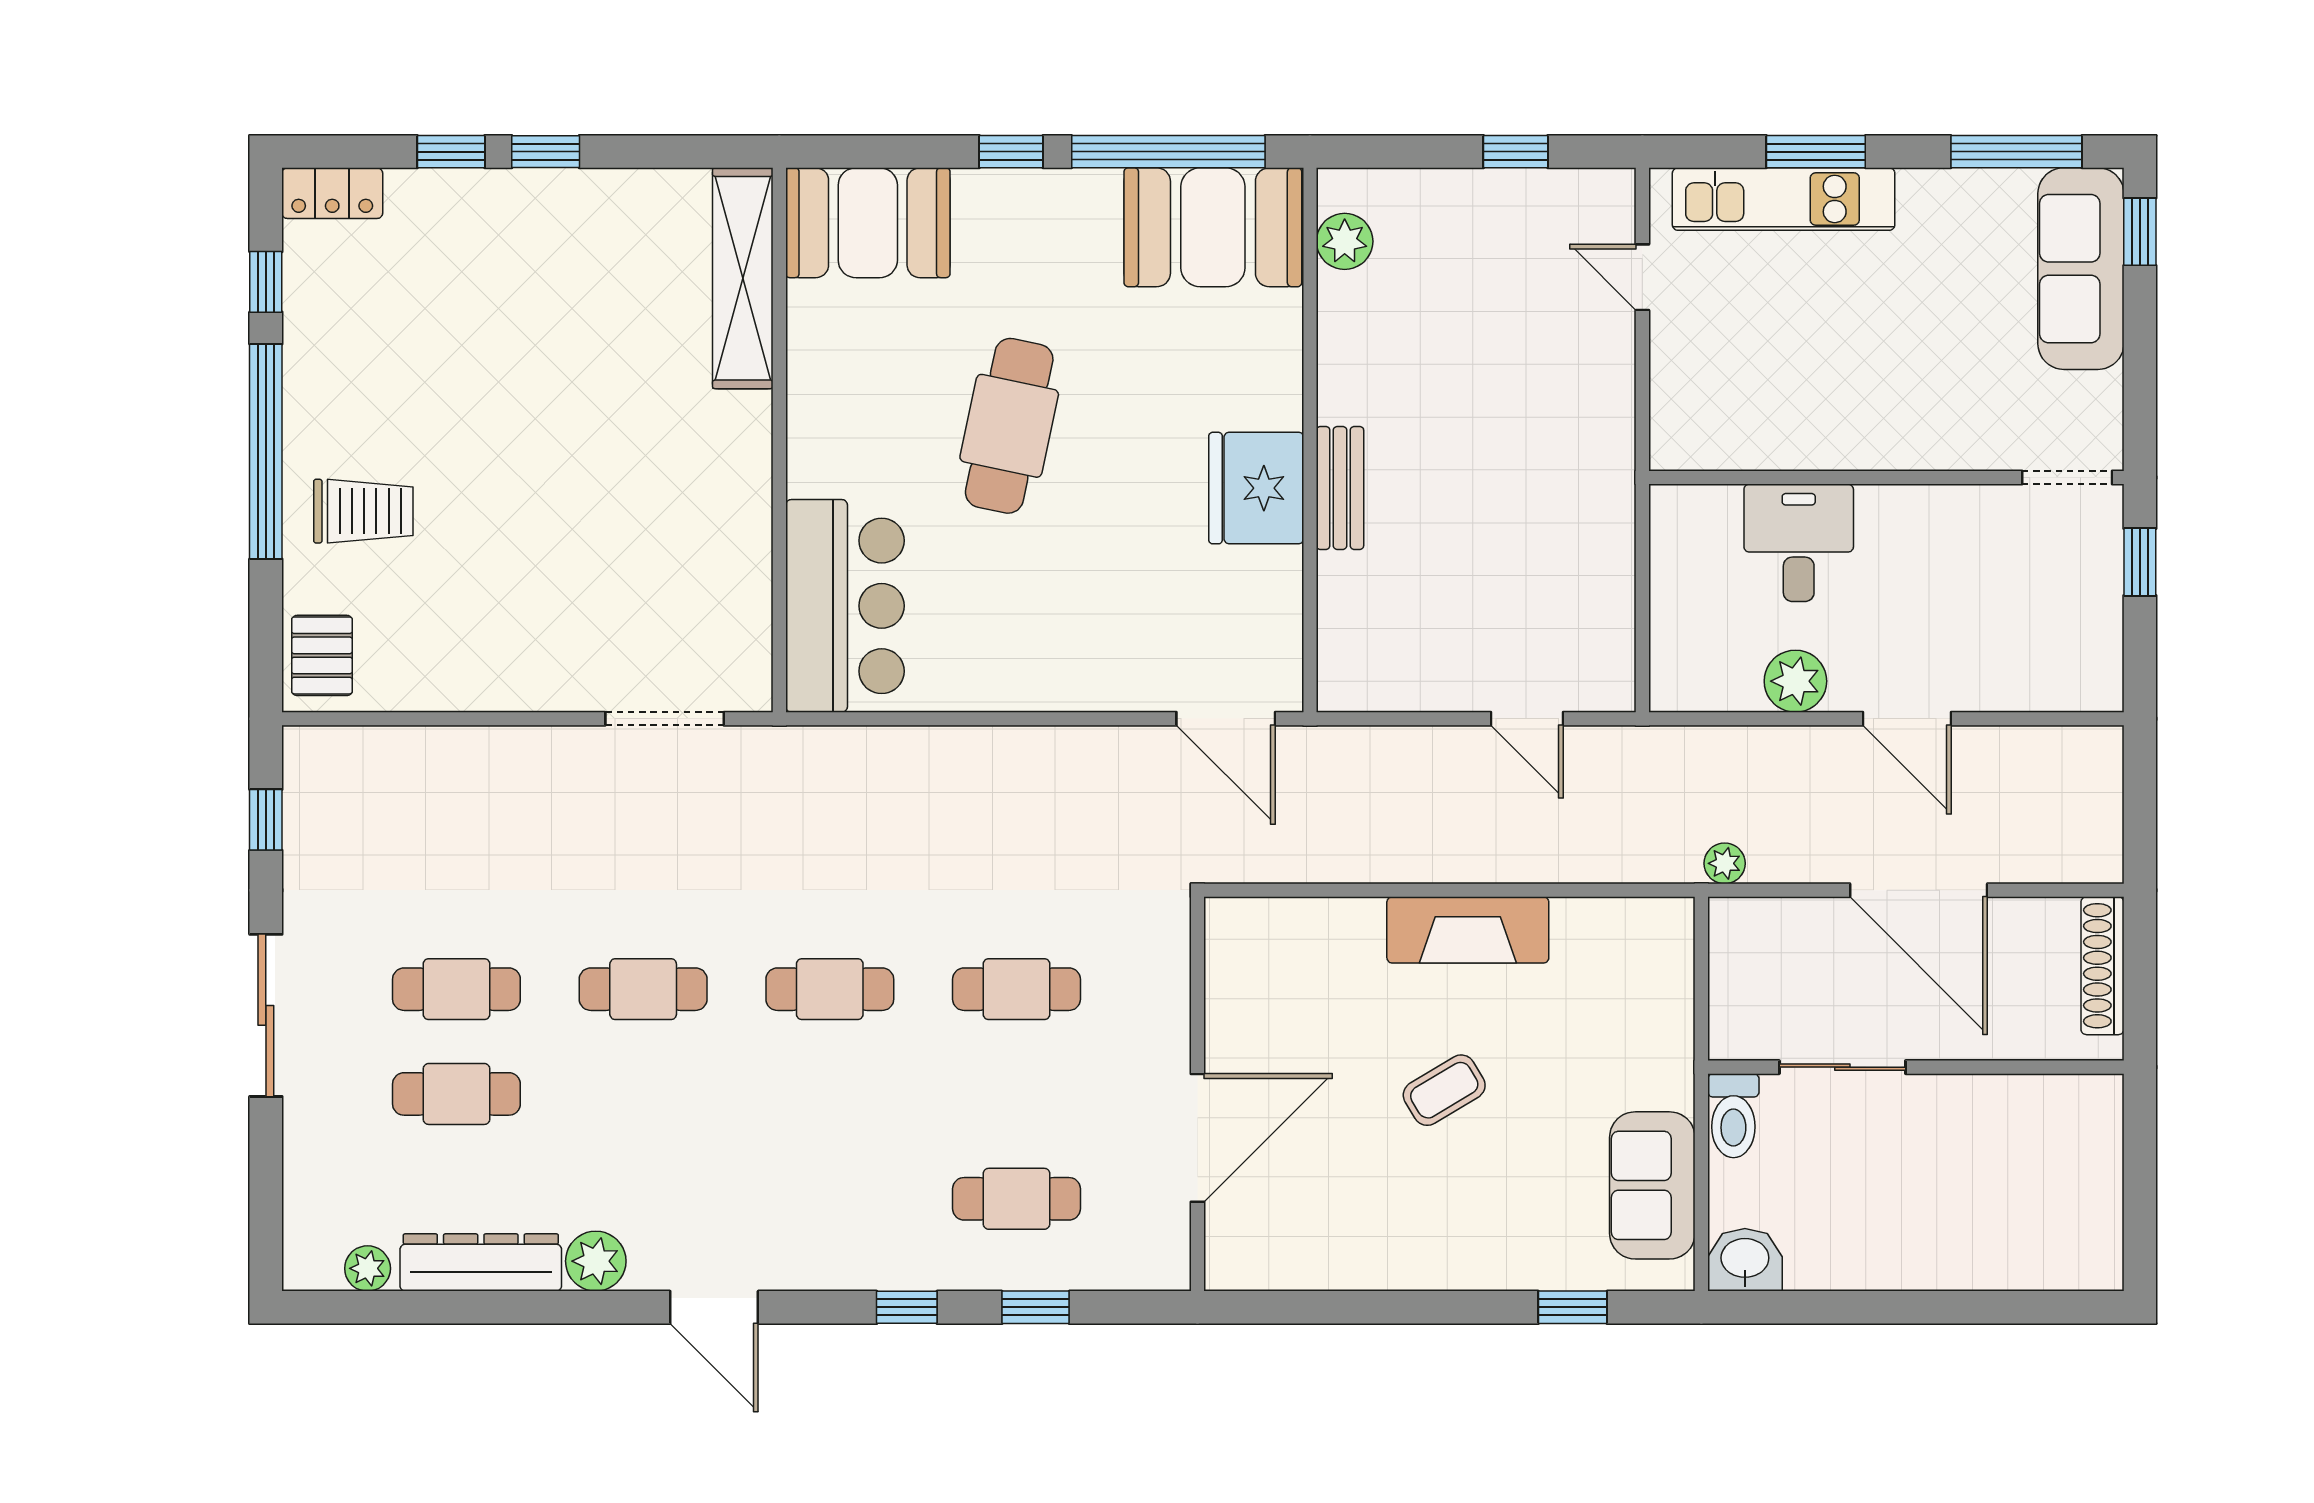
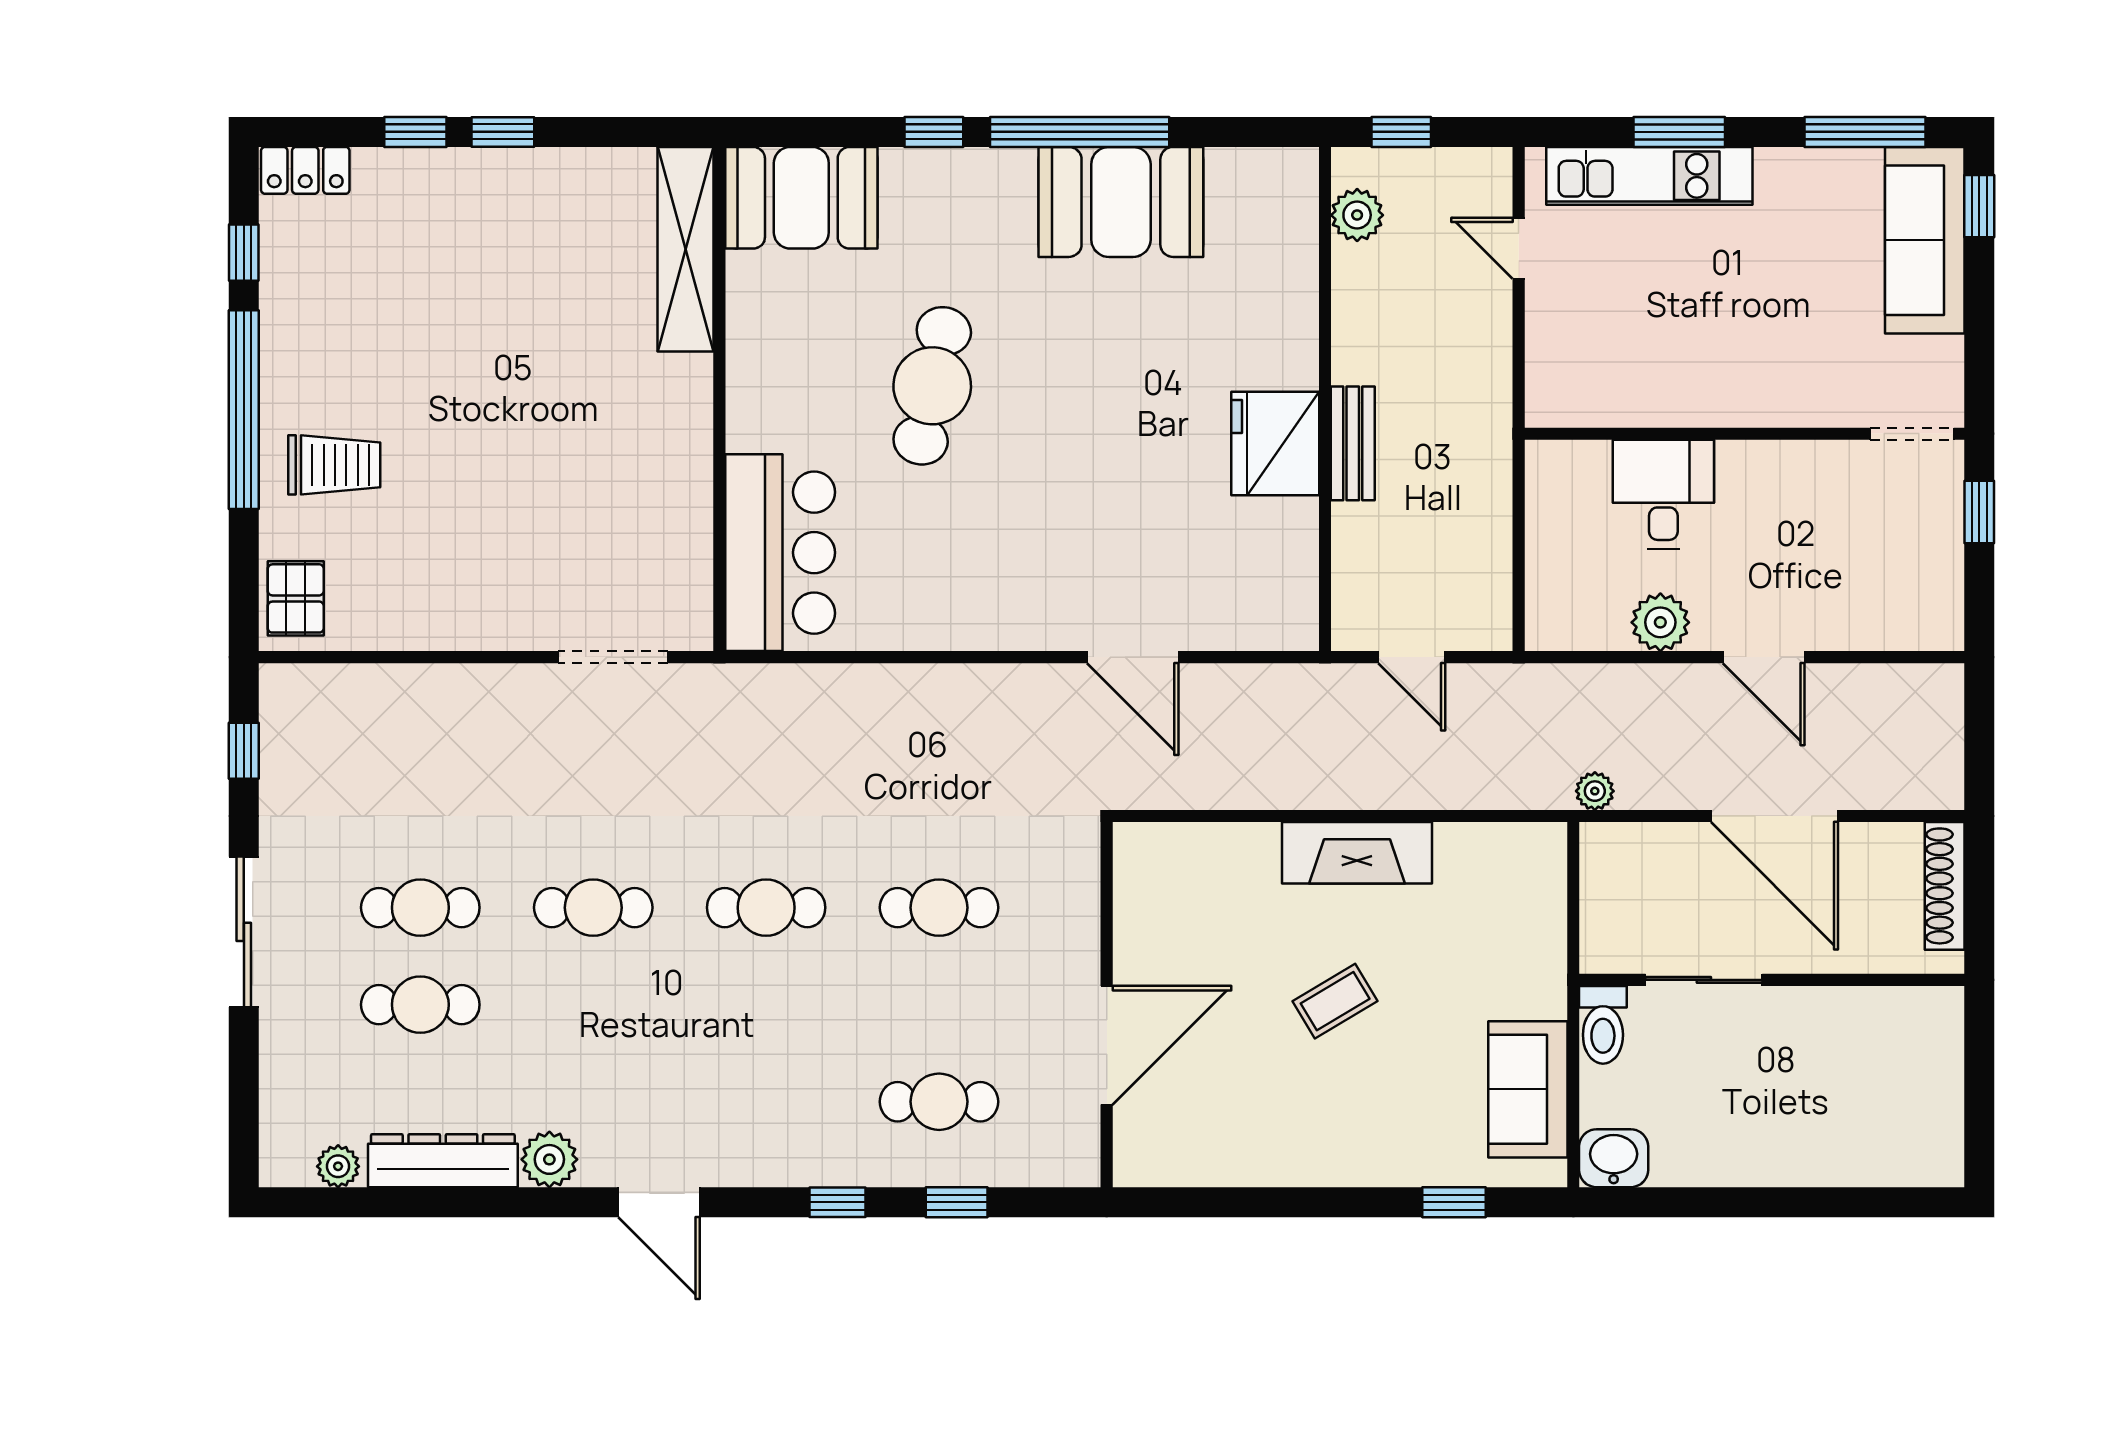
plant: (1345, 241) -> (1357, 215), moved
wall: (1310, 440) -> (1325, 399), moved
fridge: (1256, 488) -> (1275, 443), moved
bench: (1340, 488) -> (1353, 443), moved

